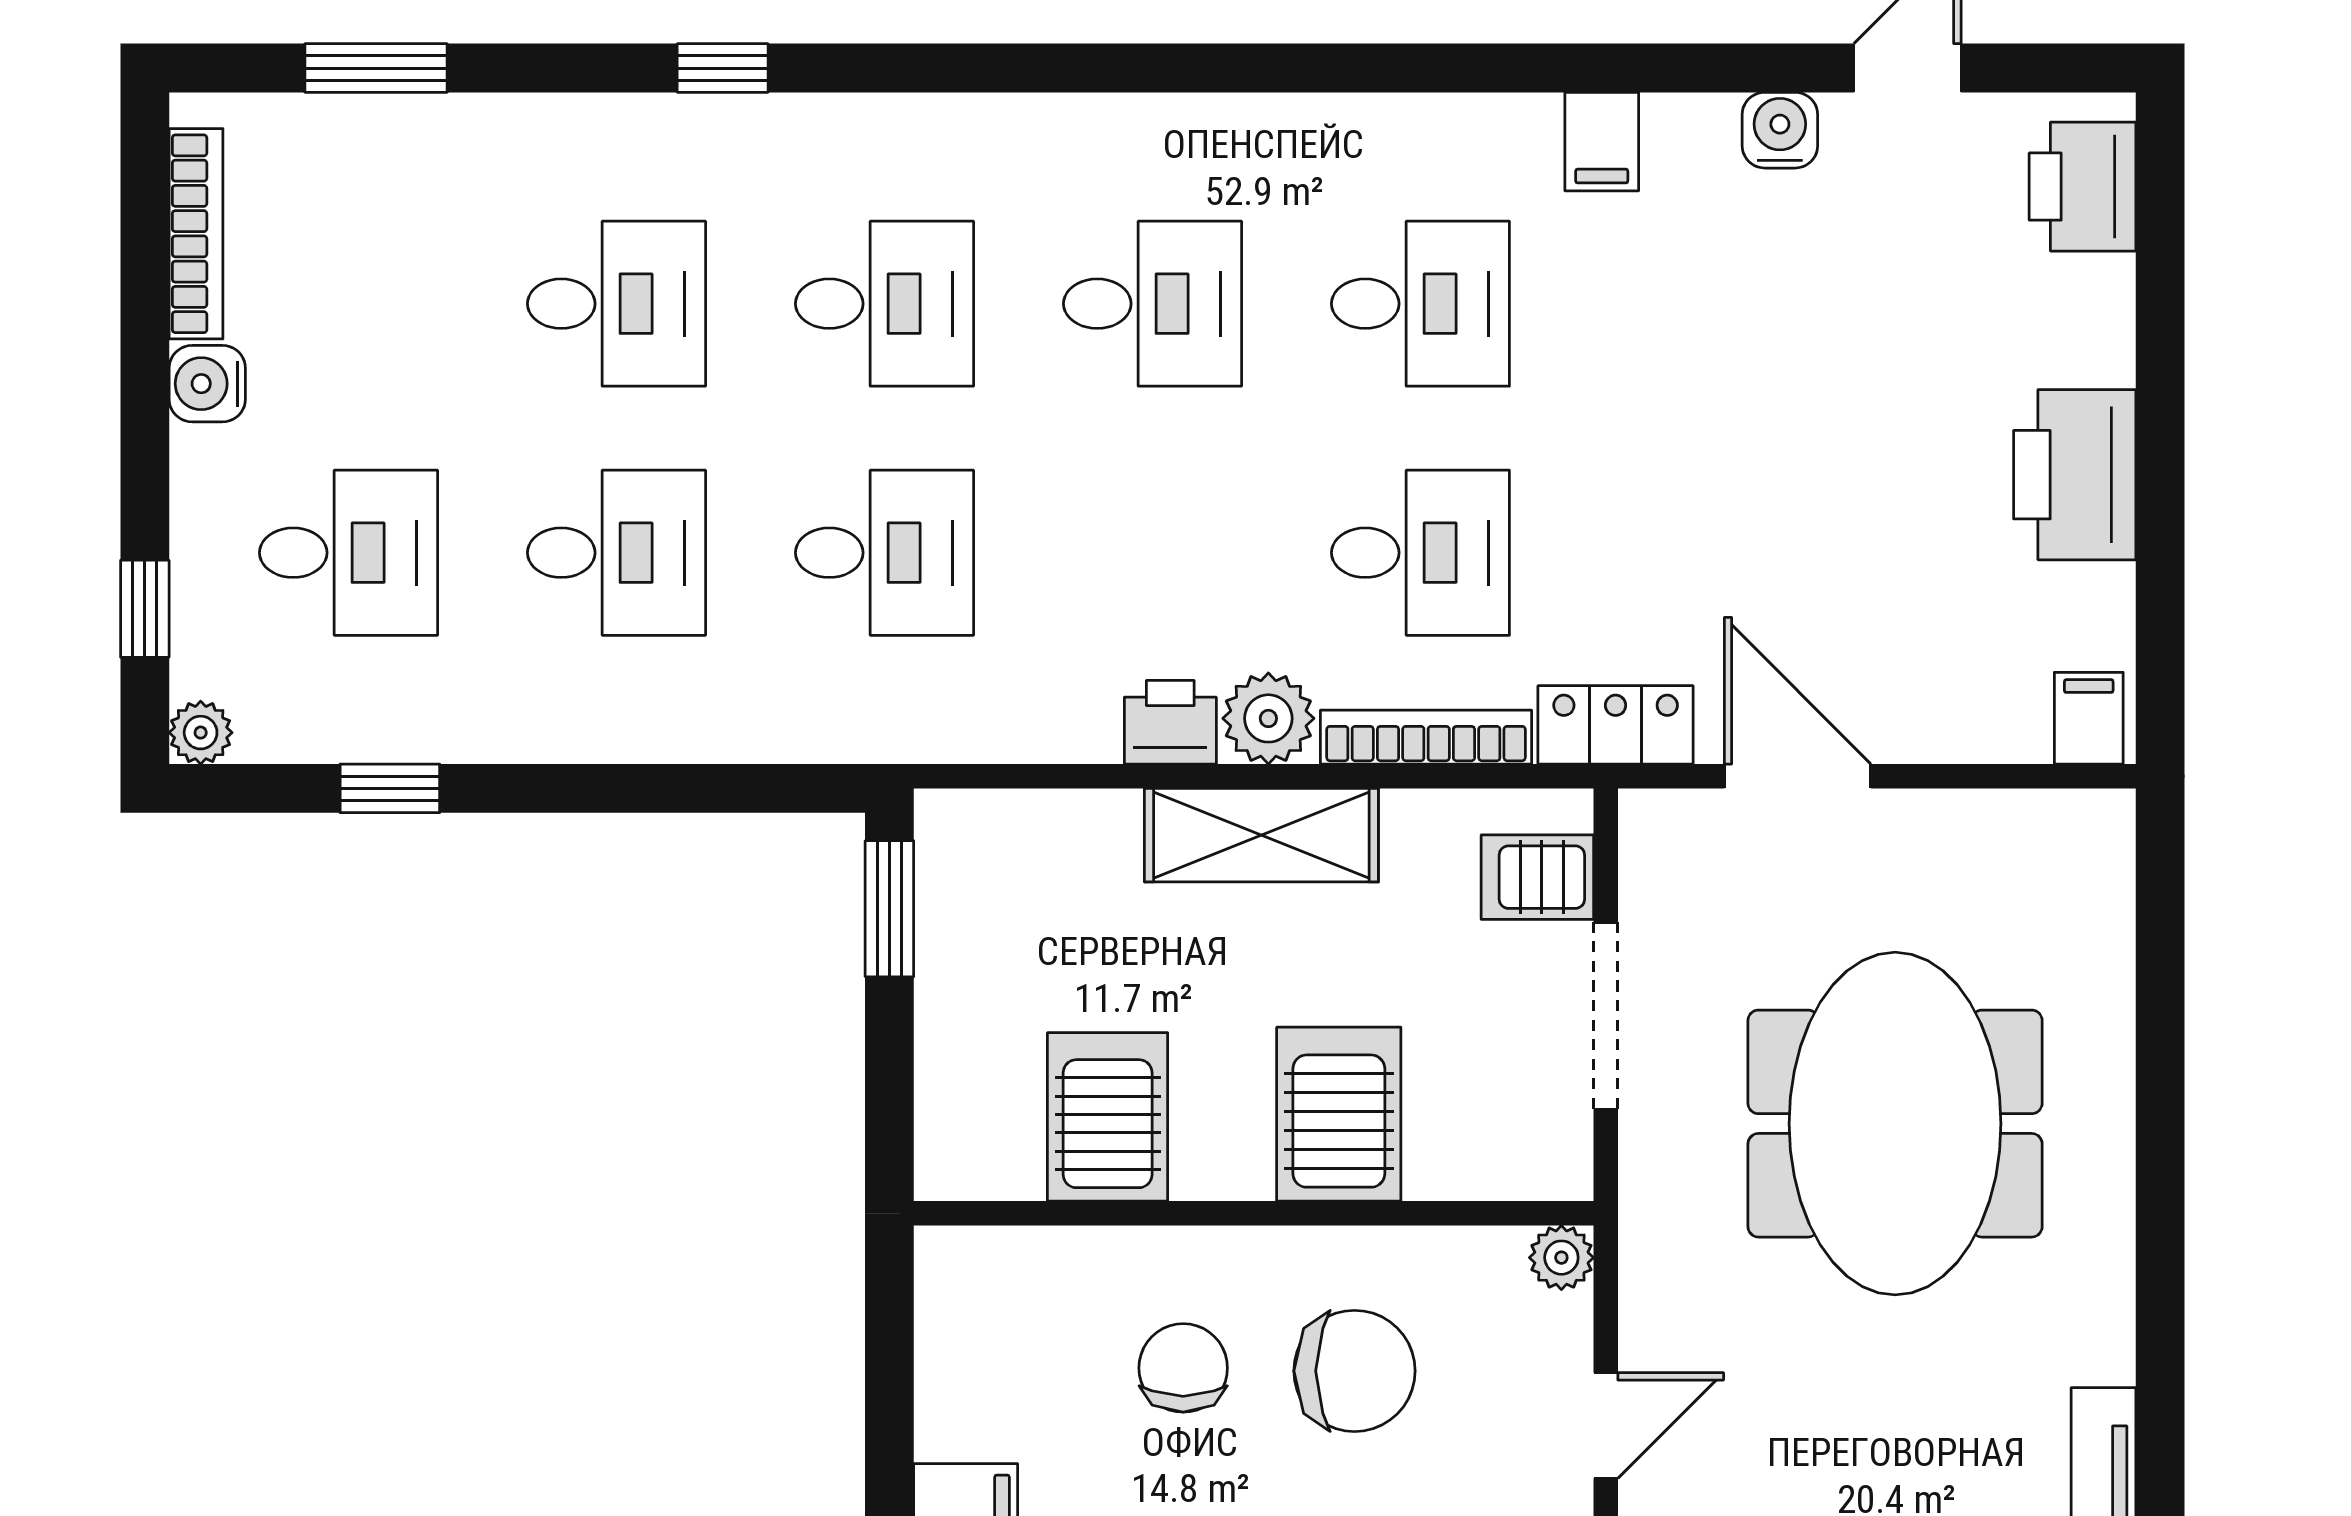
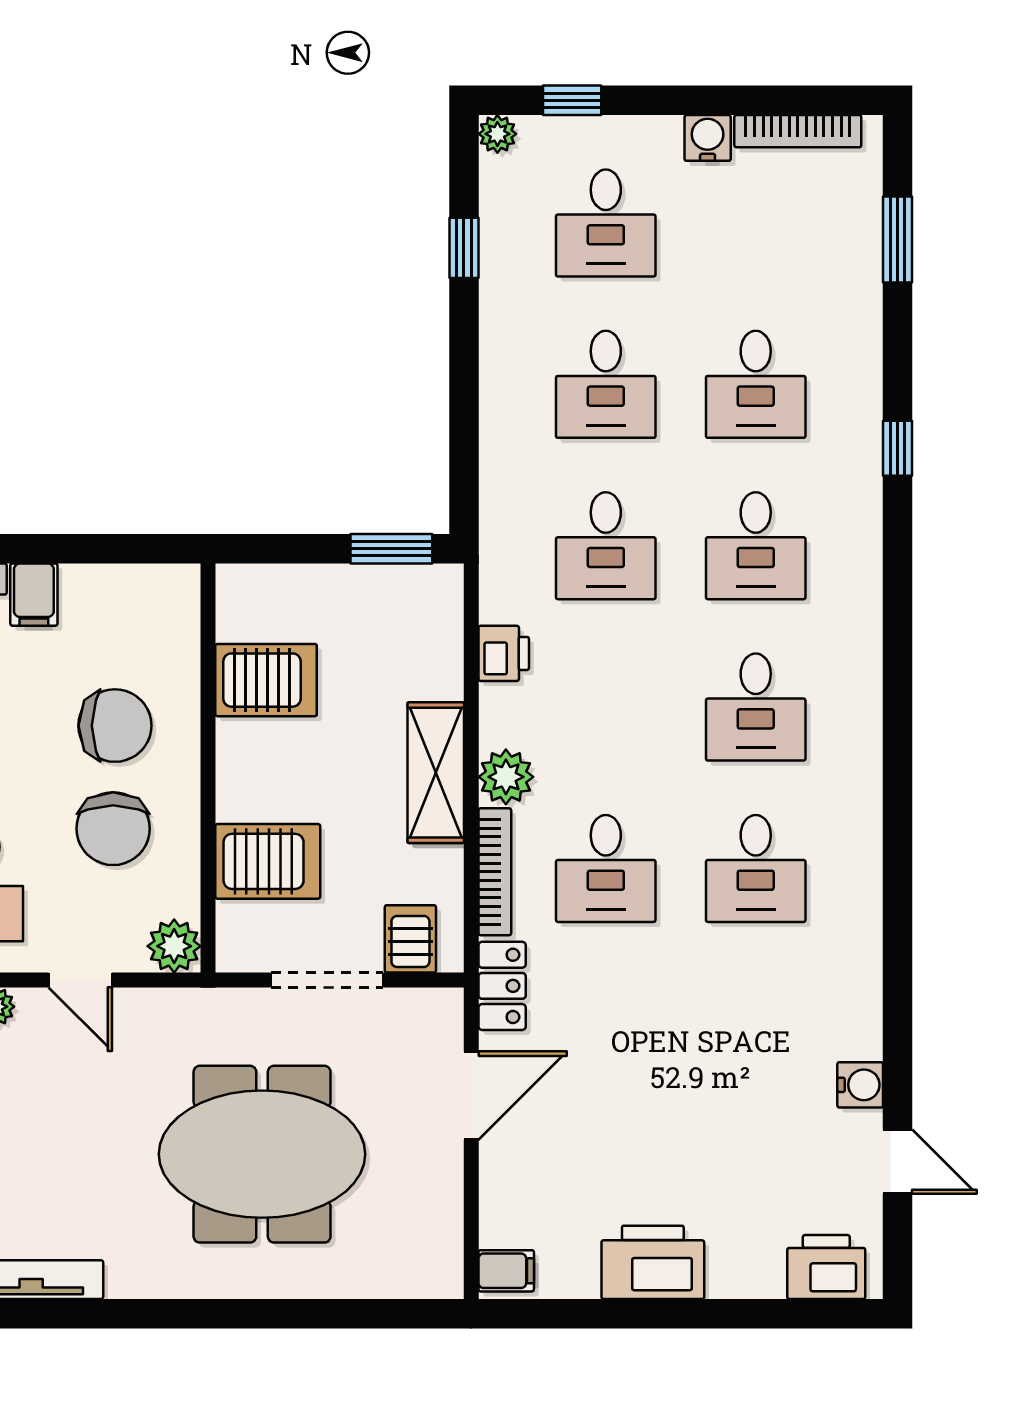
filing cabinet: (1602, 142) -> (853, 978), removed
printer: (1170, 722) -> (504, 653), moved
server rack: (1339, 1114) -> (268, 861), moved
plant: (1561, 1258) -> (174, 946), width x1.38, depth x1.38
chair: (1183, 1368) -> (115, 726), width x1.37, depth x1.37

